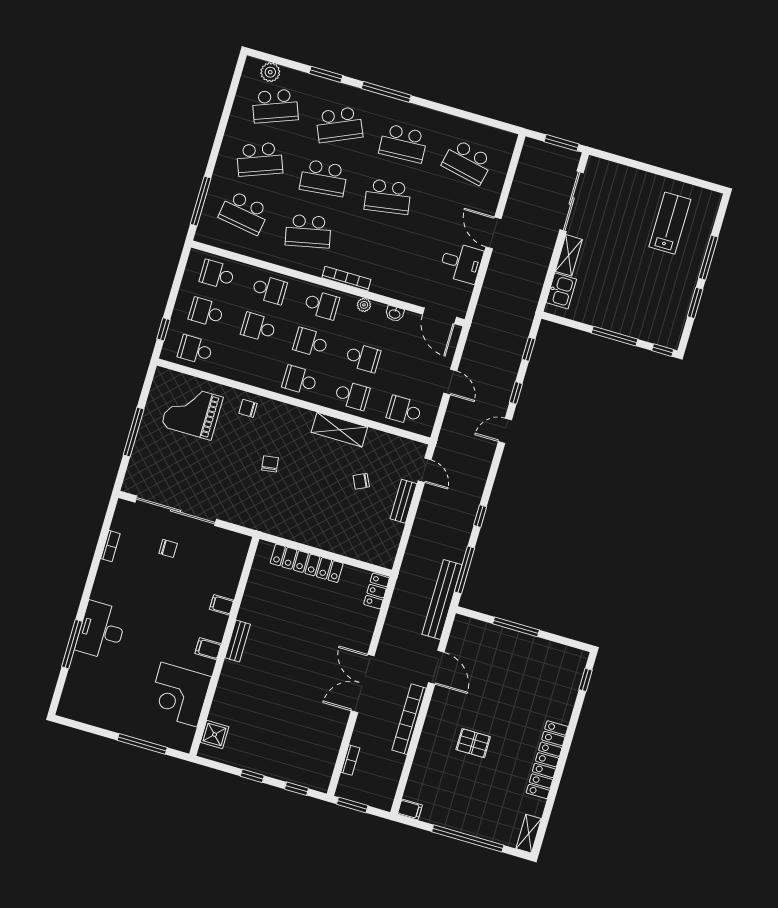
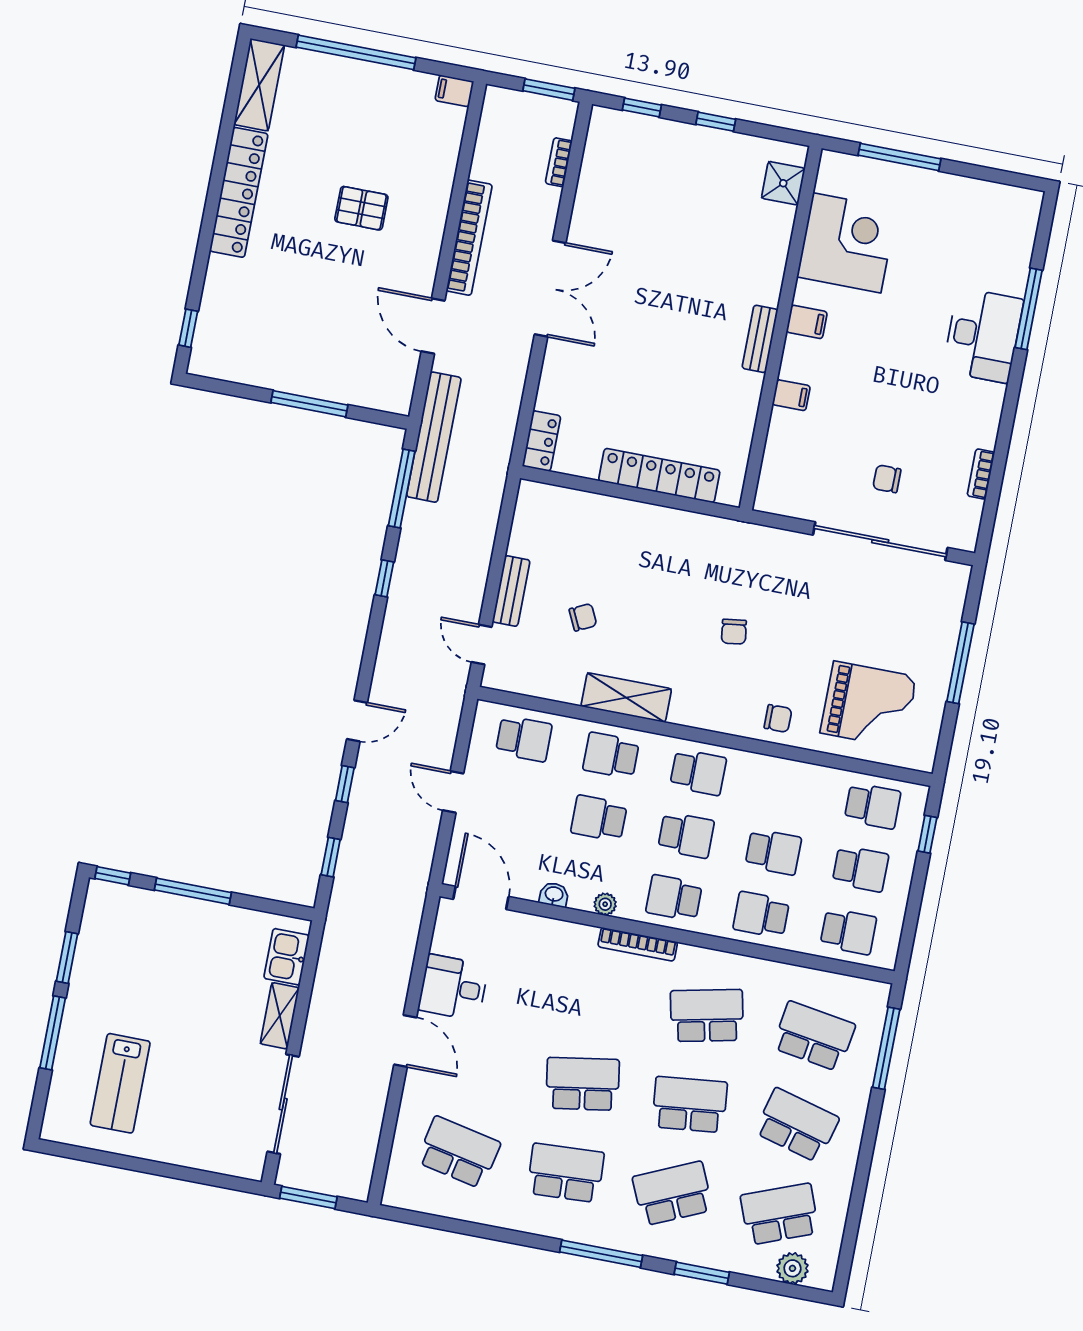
school desk: (260, 159) -> (797, 1125), turned 36
shelving: (529, 834) -> (259, 85), width x1.50, depth x1.33

